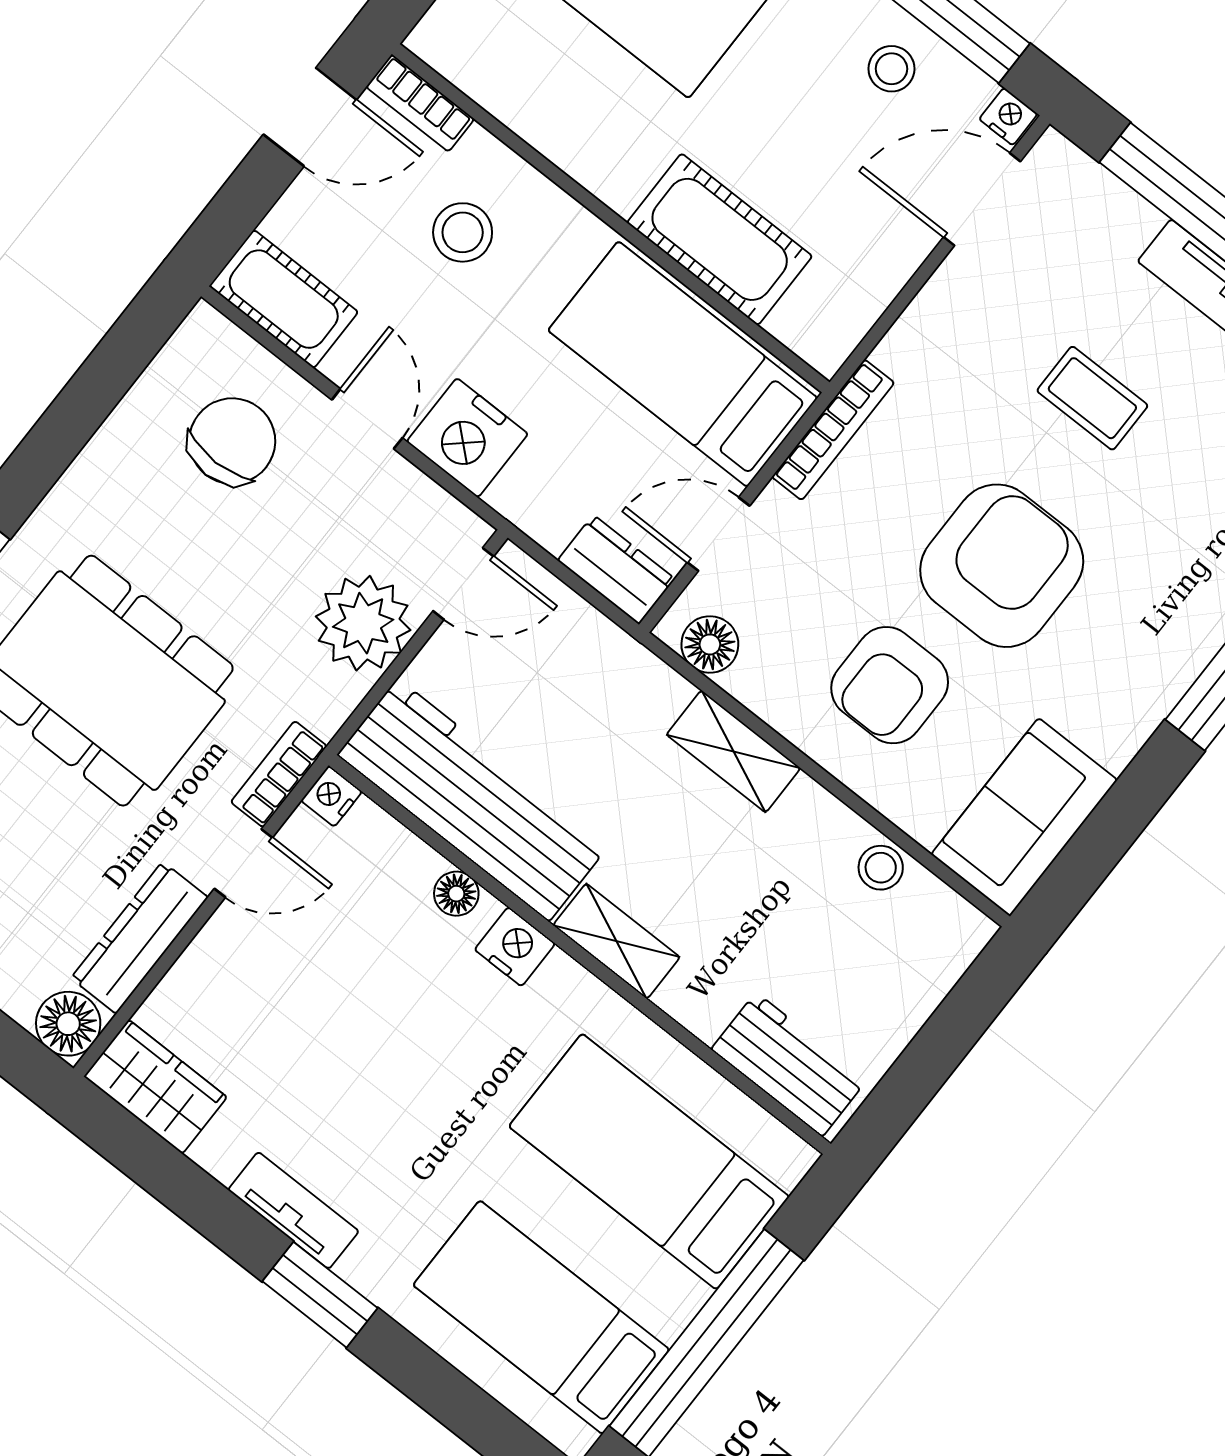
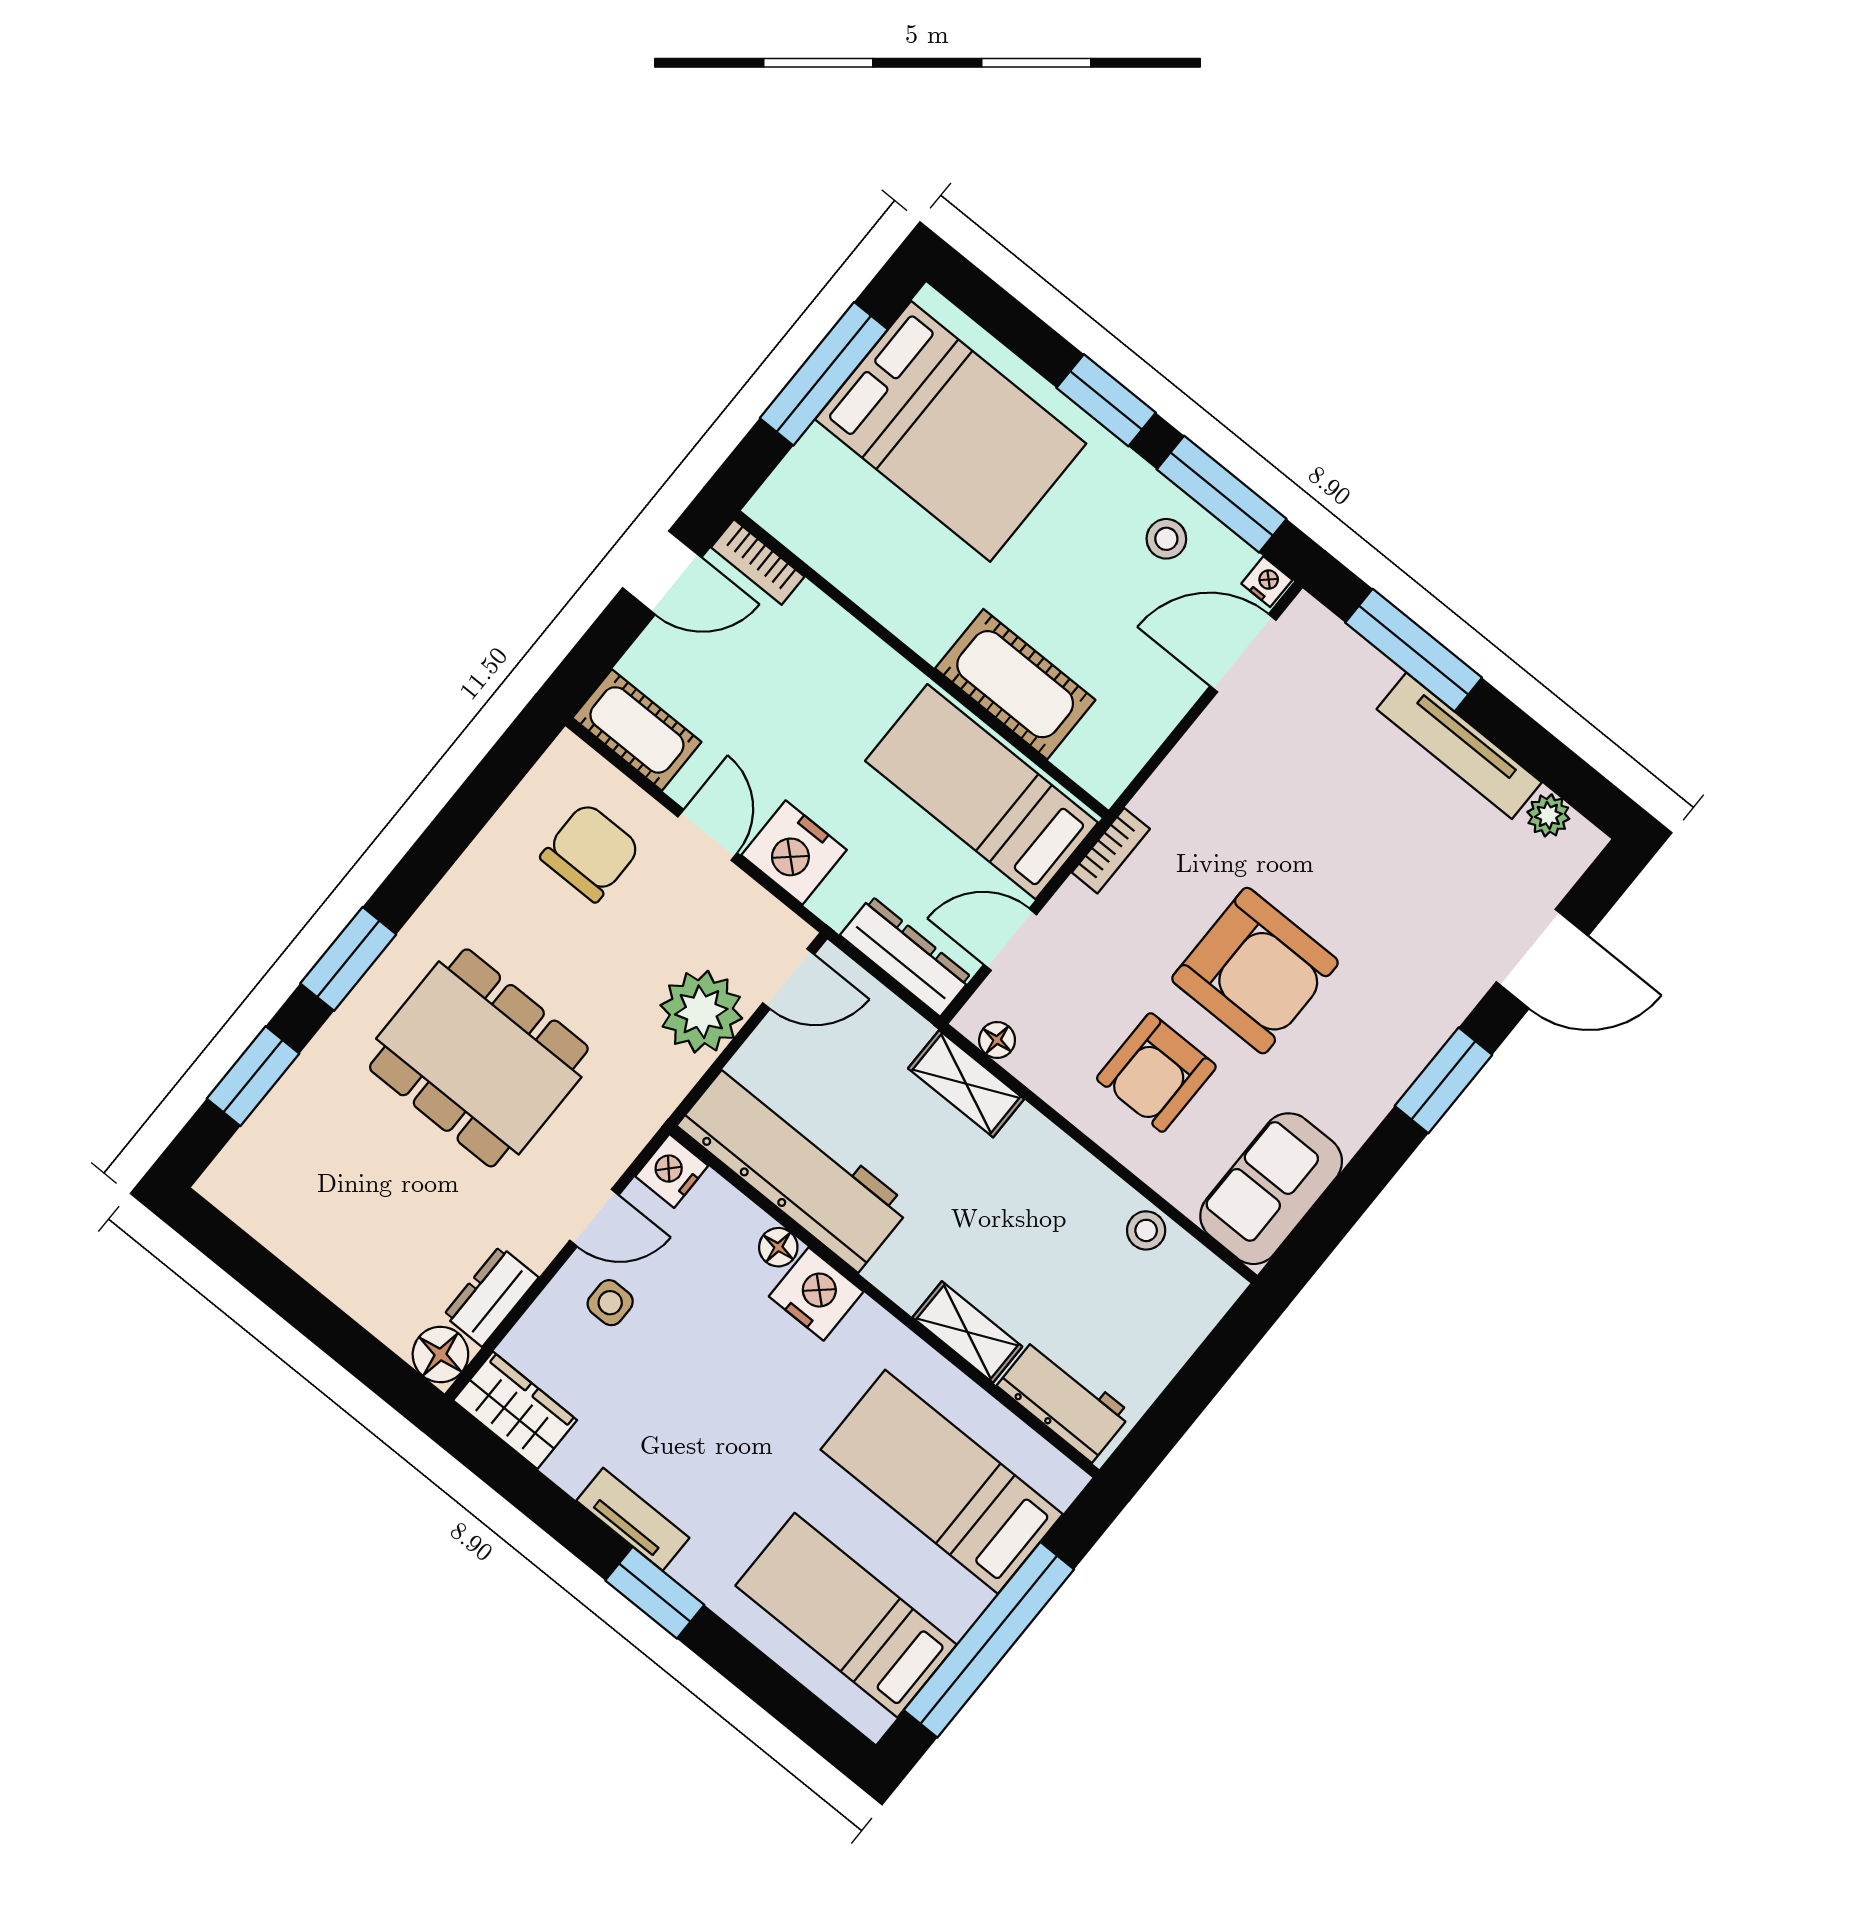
stool: (463, 232) -> (793, 675), removed
coffee table: (1092, 398) -> (1336, 827), removed
bookcase: (833, 430) -> (1111, 851), width x0.64
armchair: (1002, 566) -> (1255, 971), turned 90
dresser: (616, 570) -> (906, 956), width x1.44
floor lamp: (710, 644) -> (997, 1040), width x0.73, depth x0.73
shelving: (733, 751) -> (966, 1084), moved
bookcase: (279, 774) -> (626, 1141), removed
nightstand: (331, 796) -> (672, 1171), width x1.39, depth x1.35
dresser: (140, 938) -> (491, 1296), width x0.70
shelving: (616, 941) -> (967, 1332), moved
nightstand: (515, 947) -> (816, 1294), width x1.36, depth x1.33
side table: (263, 961) -> (610, 1303), added

